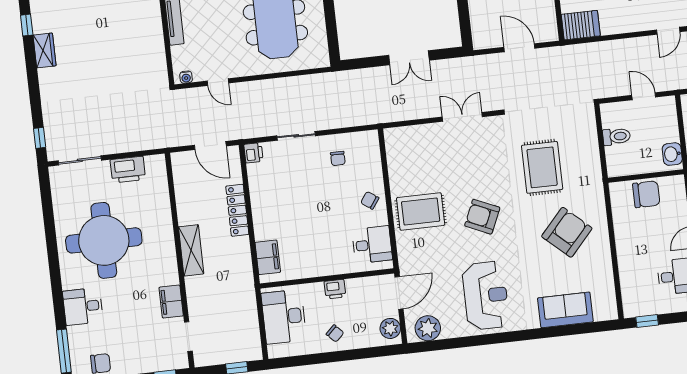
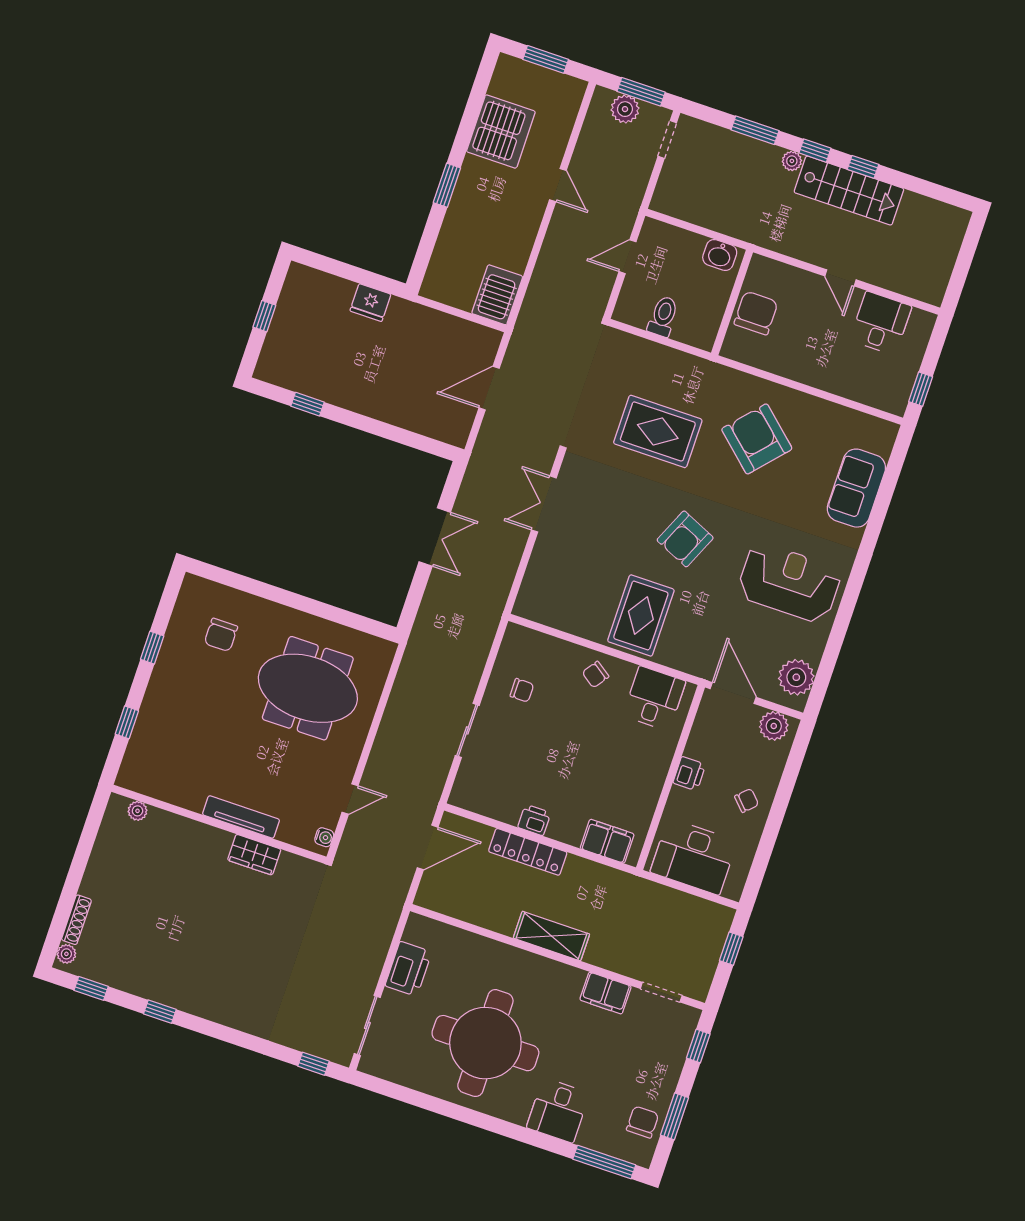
wardrobe: (45, 50) -> (254, 855), moved, turned 180
printer: (253, 153) -> (534, 820), moved

